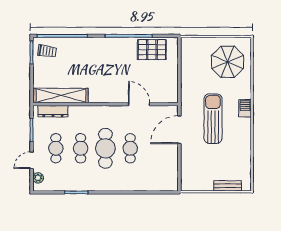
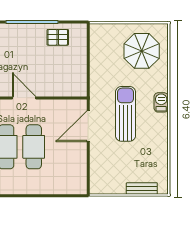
pallet: (152, 50) -> (58, 37), width x0.67, depth x0.71
door: (139, 104) -> (24, 98), moved
cafe table: (130, 148) -> (34, 147), width x1.37, depth x1.35

